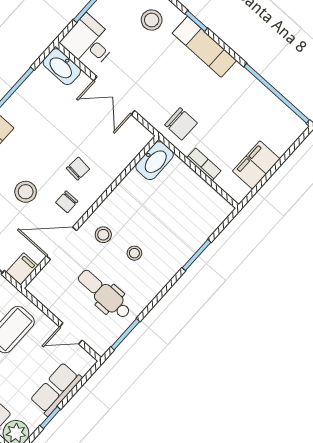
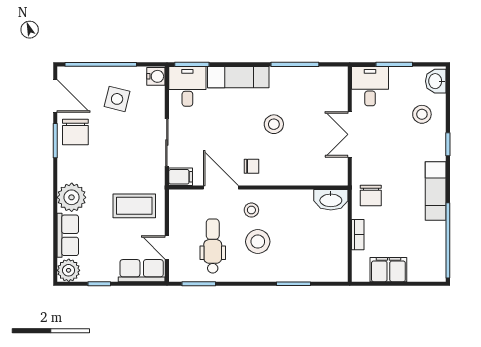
exam couch: (204, 47) -> (436, 191), moved
washbasin: (62, 67) -> (338, 83), removed
chair: (78, 169) -> (280, 154), removed
stool: (26, 192) -> (274, 124), moved
chair: (67, 202) -> (251, 166), turned 180
stool: (134, 253) -> (258, 242), width x1.89, depth x1.89
row of seats: (56, 389) -> (142, 271), moved

